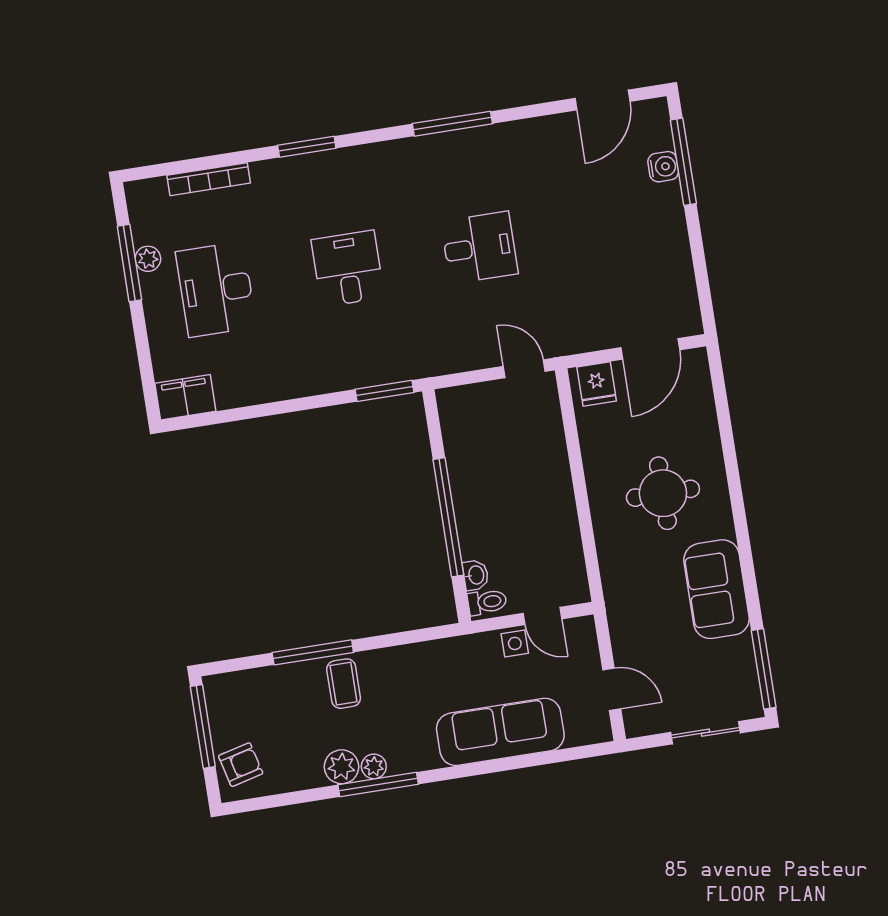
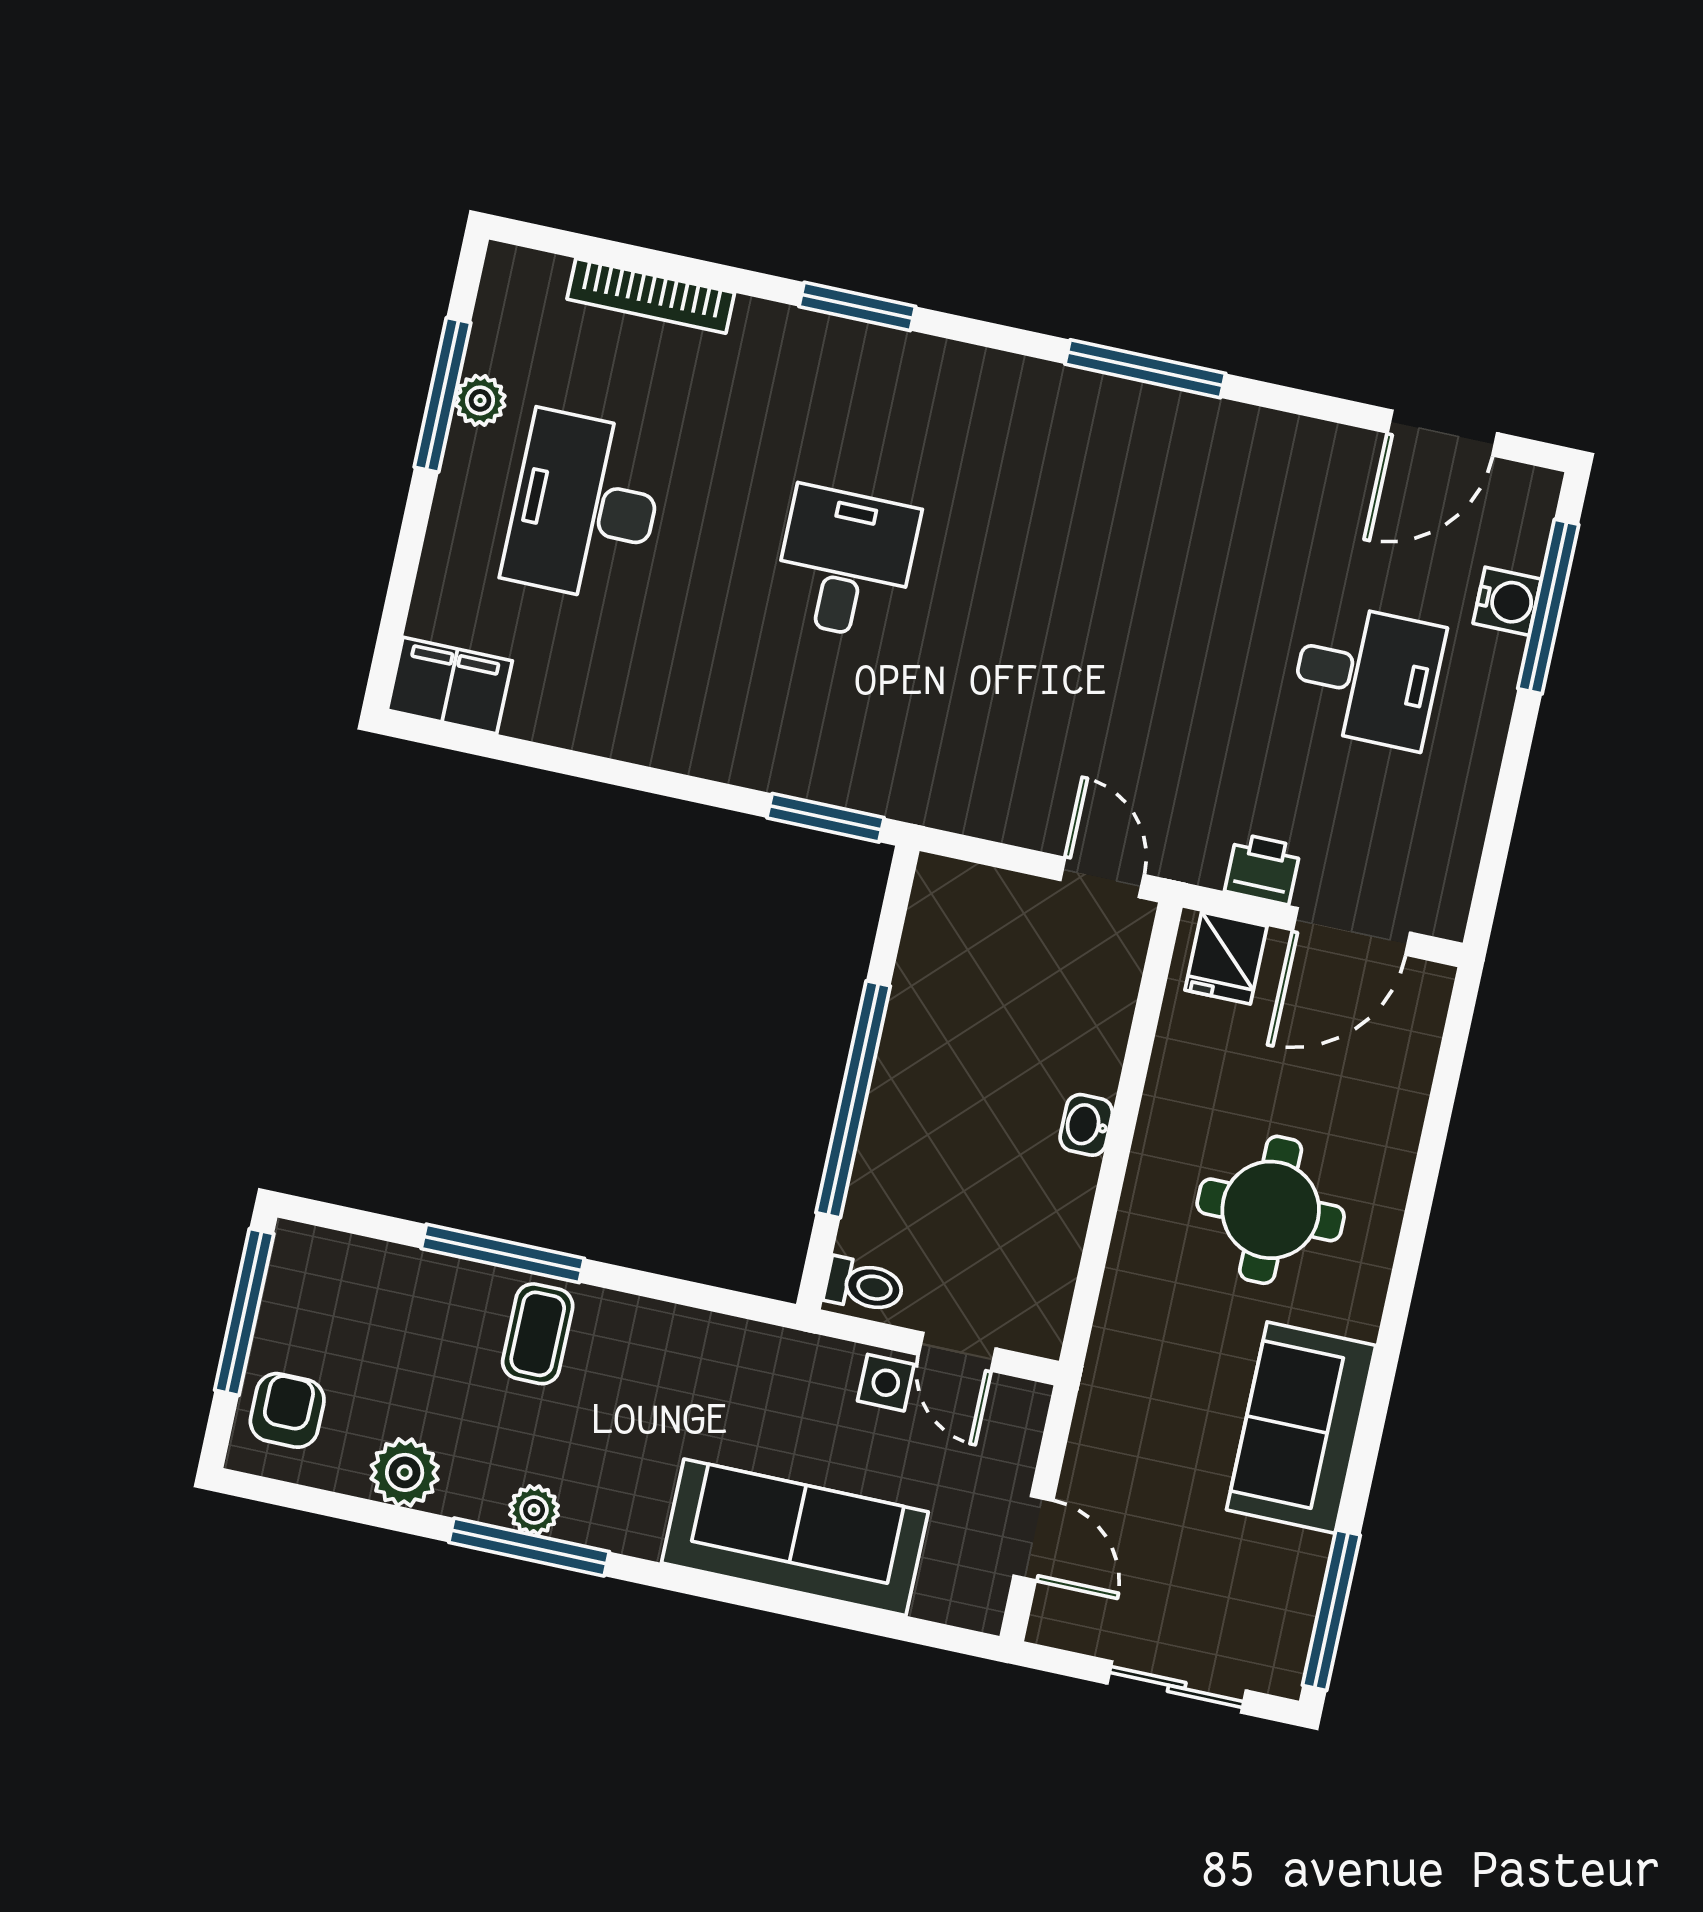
desk: (479, 248) -> (1367, 676), moved
printer: (598, 336) -> (1263, 869), added
washbasin: (476, 575) -> (1086, 1125), moved, turned 180
armchair: (241, 765) -> (287, 1410), turned -76
plant: (342, 767) -> (405, 1472), moved

